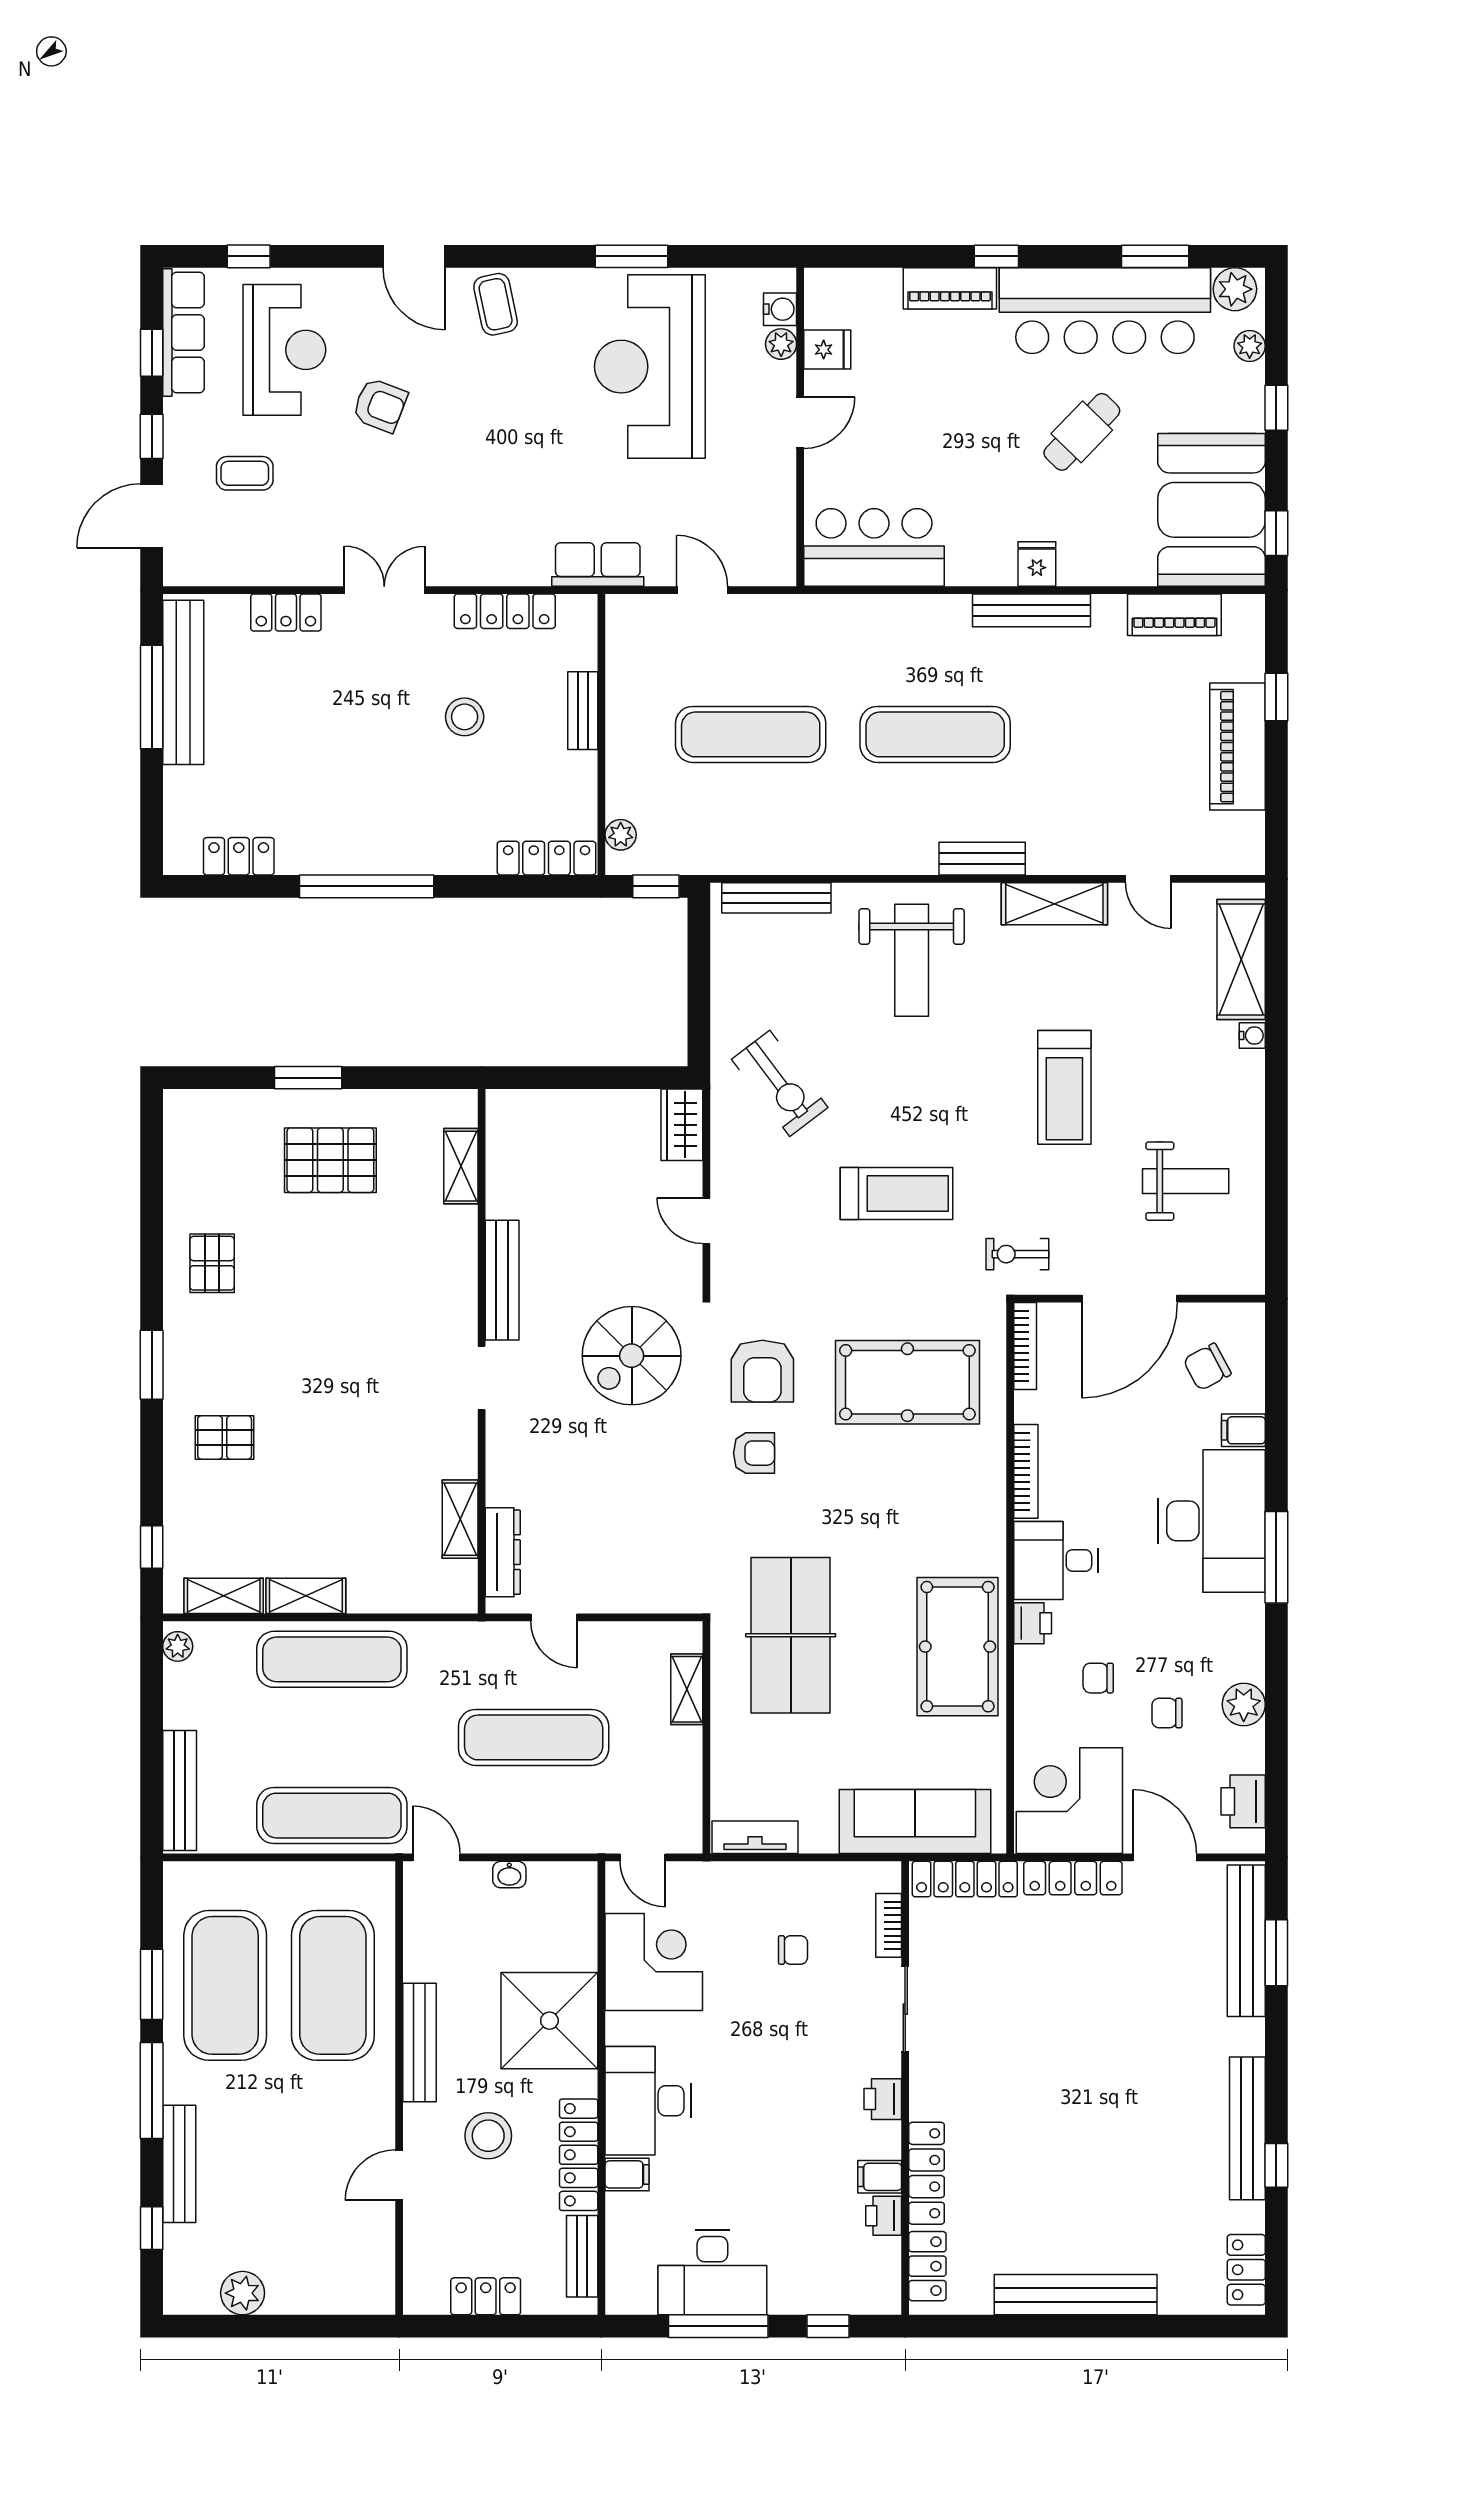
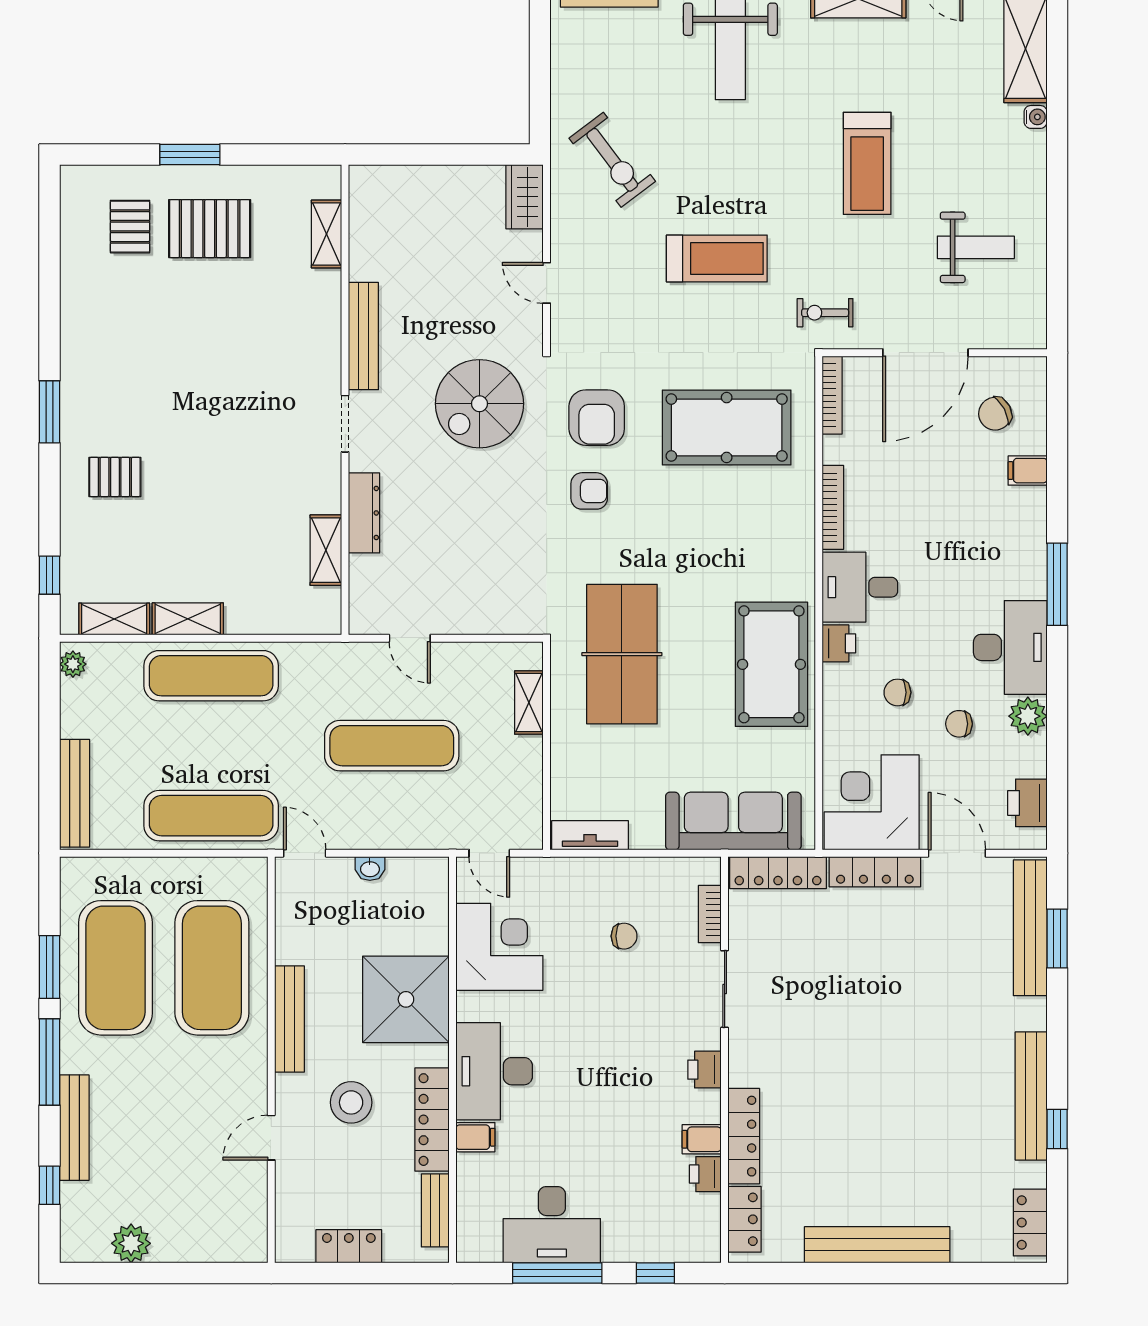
pallet: (212, 1263) -> (130, 227), moved
desk: (1212, 1521) -> (1010, 647), moved, width x0.73, depth x0.77
dresser: (503, 1552) -> (364, 513), moved

